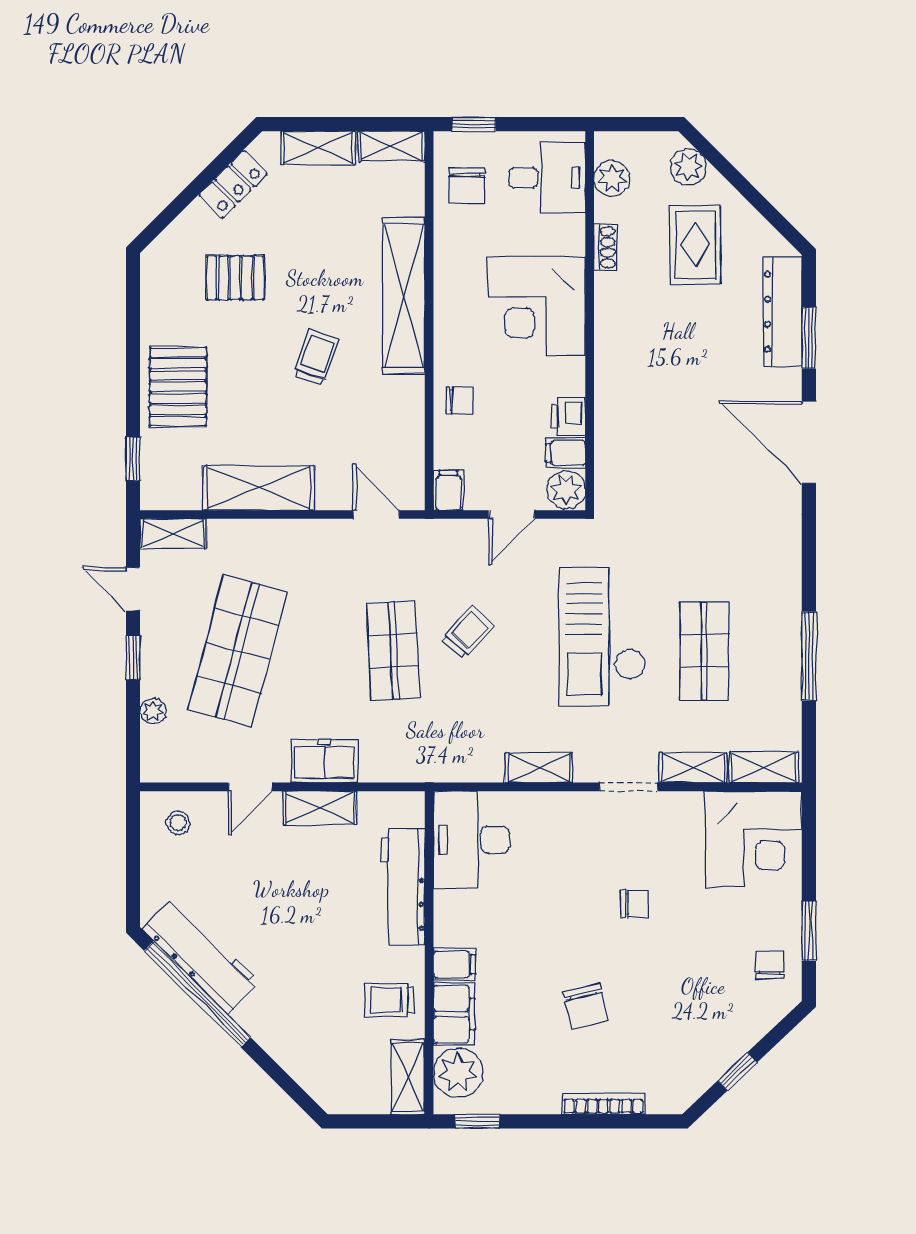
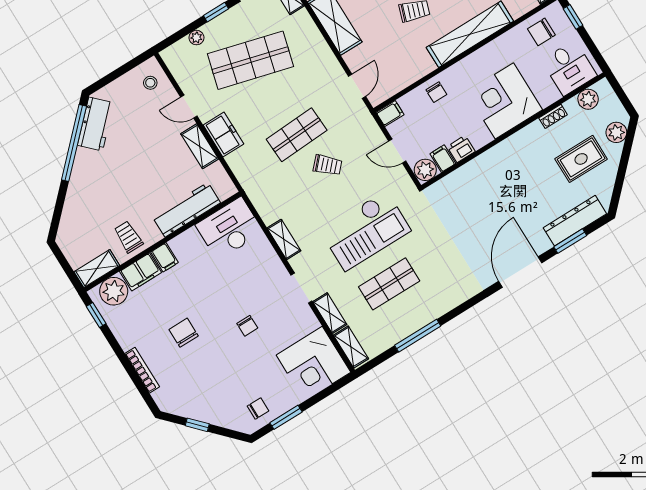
checkout: (602, 637) -> (366, 231), turned 180
workbench: (201, 955) -> (96, 124), width x0.73
chair: (586, 1006) -> (184, 333), turned 103

